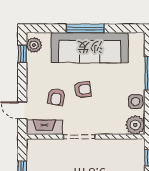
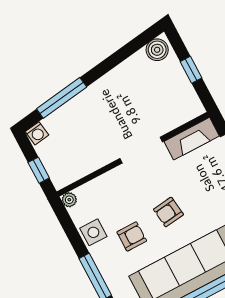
armchair: (56, 97) -> (132, 236), moved, turned 80
plant: (135, 125) -> (69, 200), width x0.53, depth x0.53

